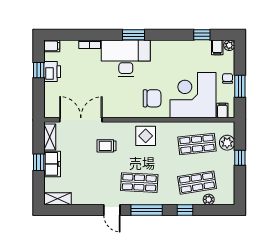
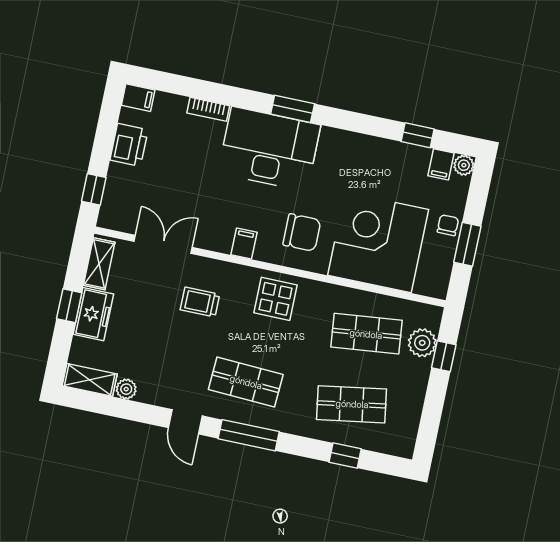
window: (39, 70) -> (94, 189), moved
filing cabinet: (222, 110) -> (244, 244), moved
double door: (81, 120) -> (163, 244), width x0.73
window: (240, 158) -> (444, 356), moved
plant: (209, 199) -> (126, 389), moved
window: (185, 210) -> (345, 456), moved

